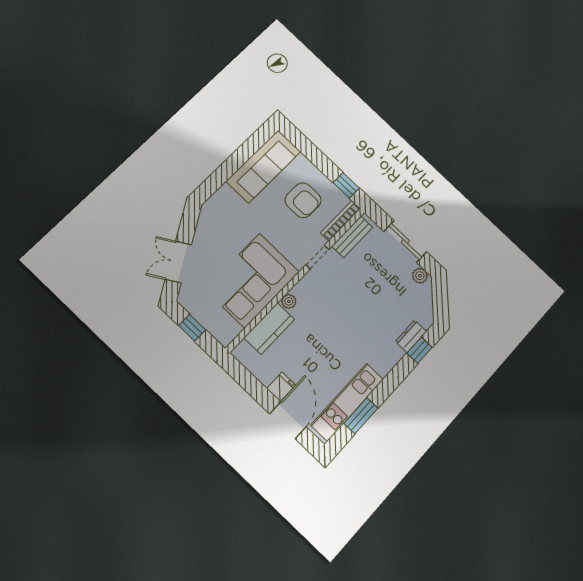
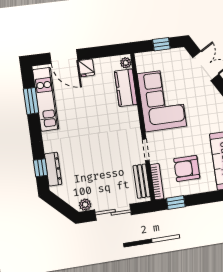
plant: (289, 301) -> (126, 63), moved
dresser: (411, 336) -> (53, 169), width x1.44

